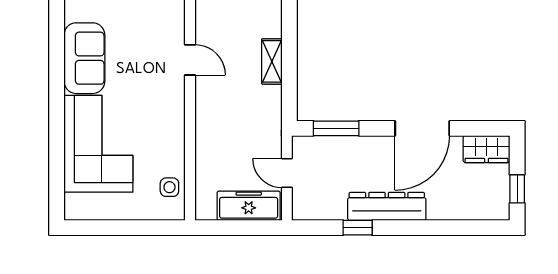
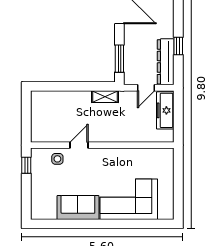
shelving: (272, 61) -> (105, 97), moved
side table: (169, 187) -> (57, 159), moved
dresser: (387, 206) -> (166, 62), moved

